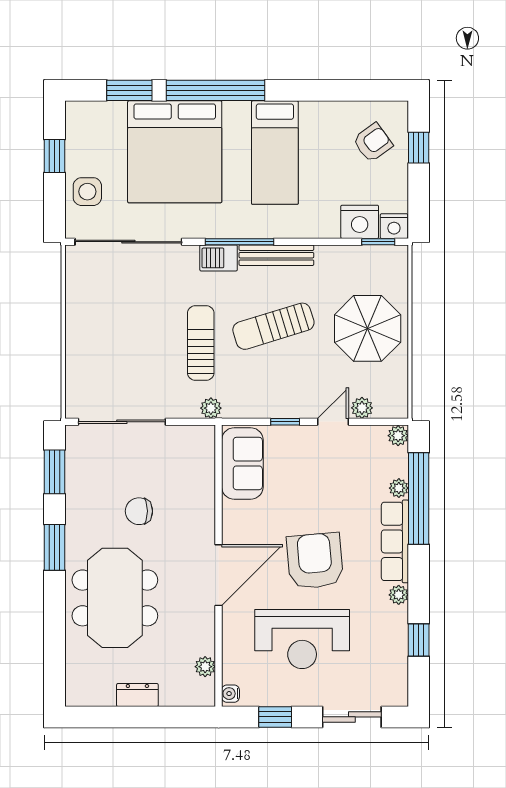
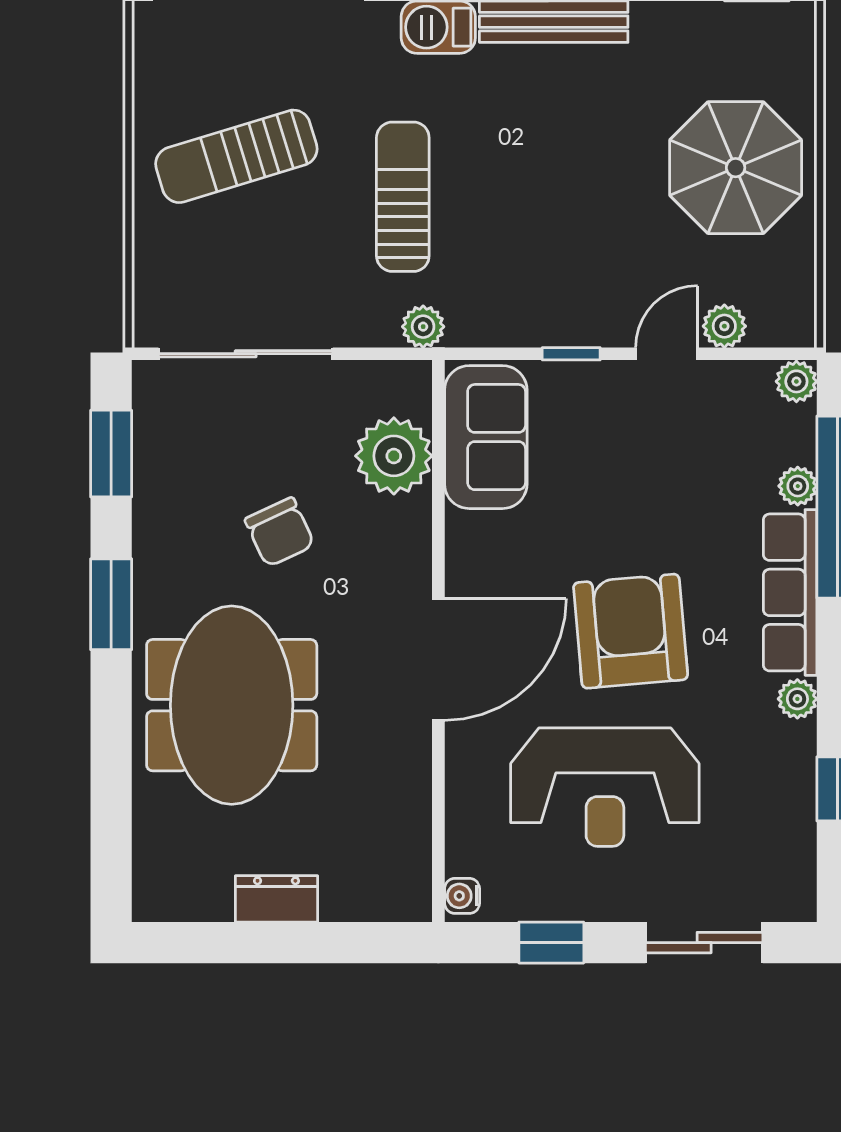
sun lounger: (273, 326) -> (236, 156), moved
chair: (139, 511) -> (280, 532), turned -115
plant: (205, 667) -> (394, 456), moved, width x1.87, depth x1.87

